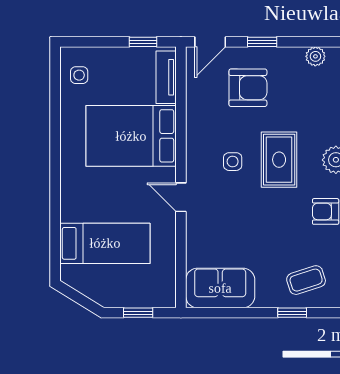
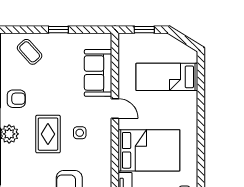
coffee table: (306, 280) -> (30, 52), turned 66
sofa: (220, 288) -> (98, 73), moved, turned 90
window: (292, 313) -> (58, 30), moved

